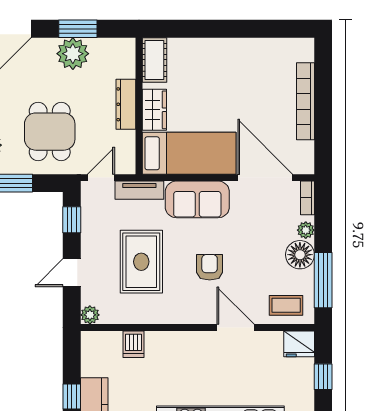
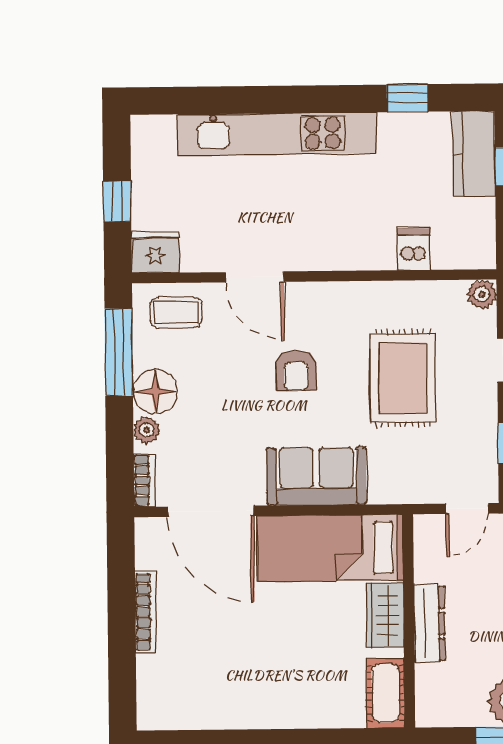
bookcase: (306, 101) -> (146, 612), width x0.68, depth x0.76
tv unit: (139, 190) -> (407, 490), removed

